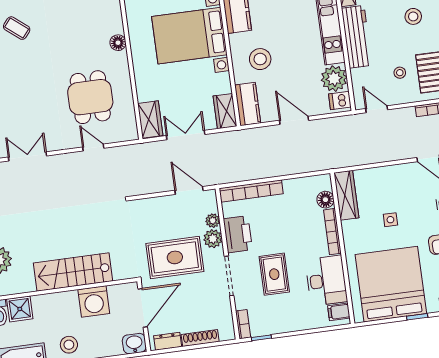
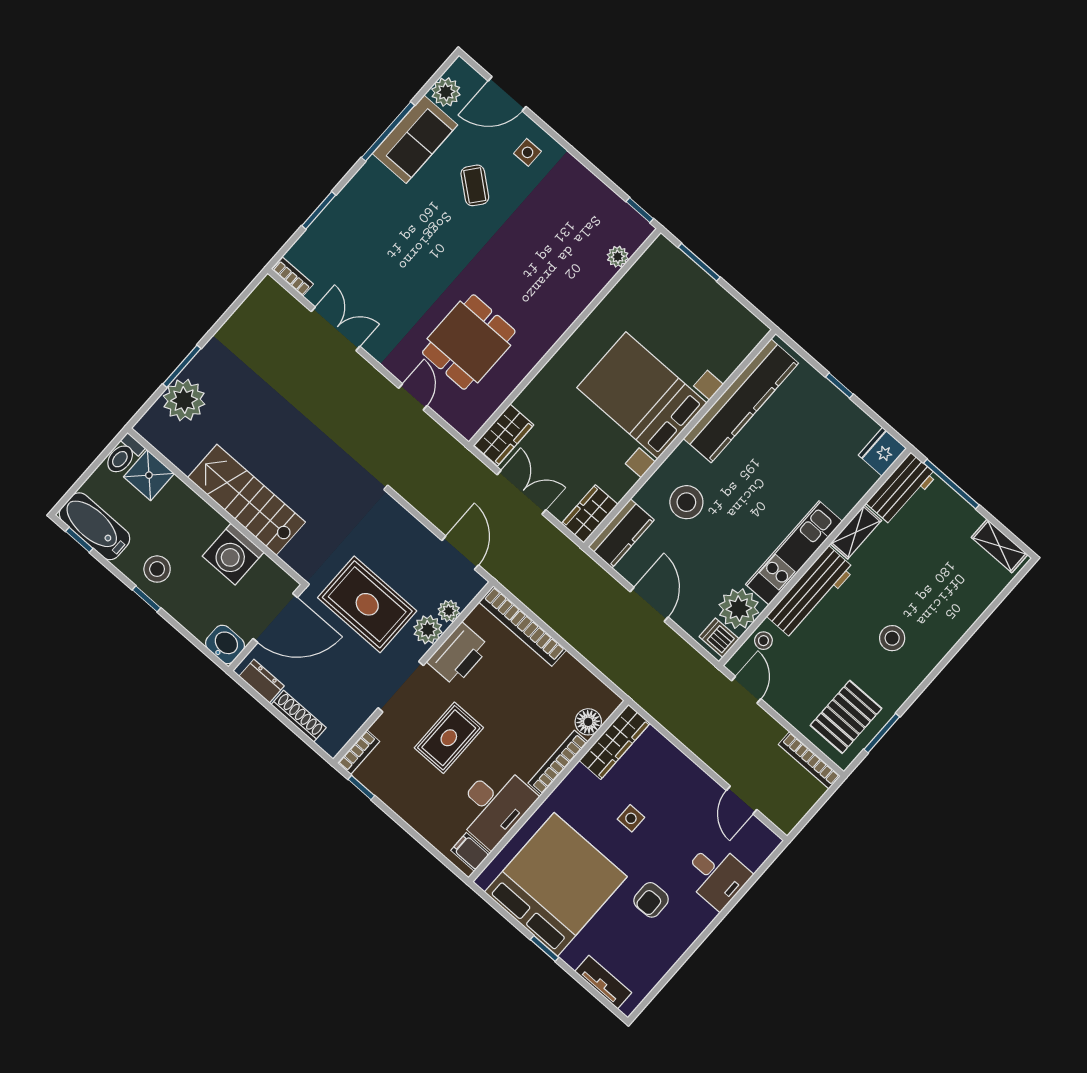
floor lamp: (118, 43) -> (561, 319), removed
stool: (400, 73) -> (763, 641), moved

